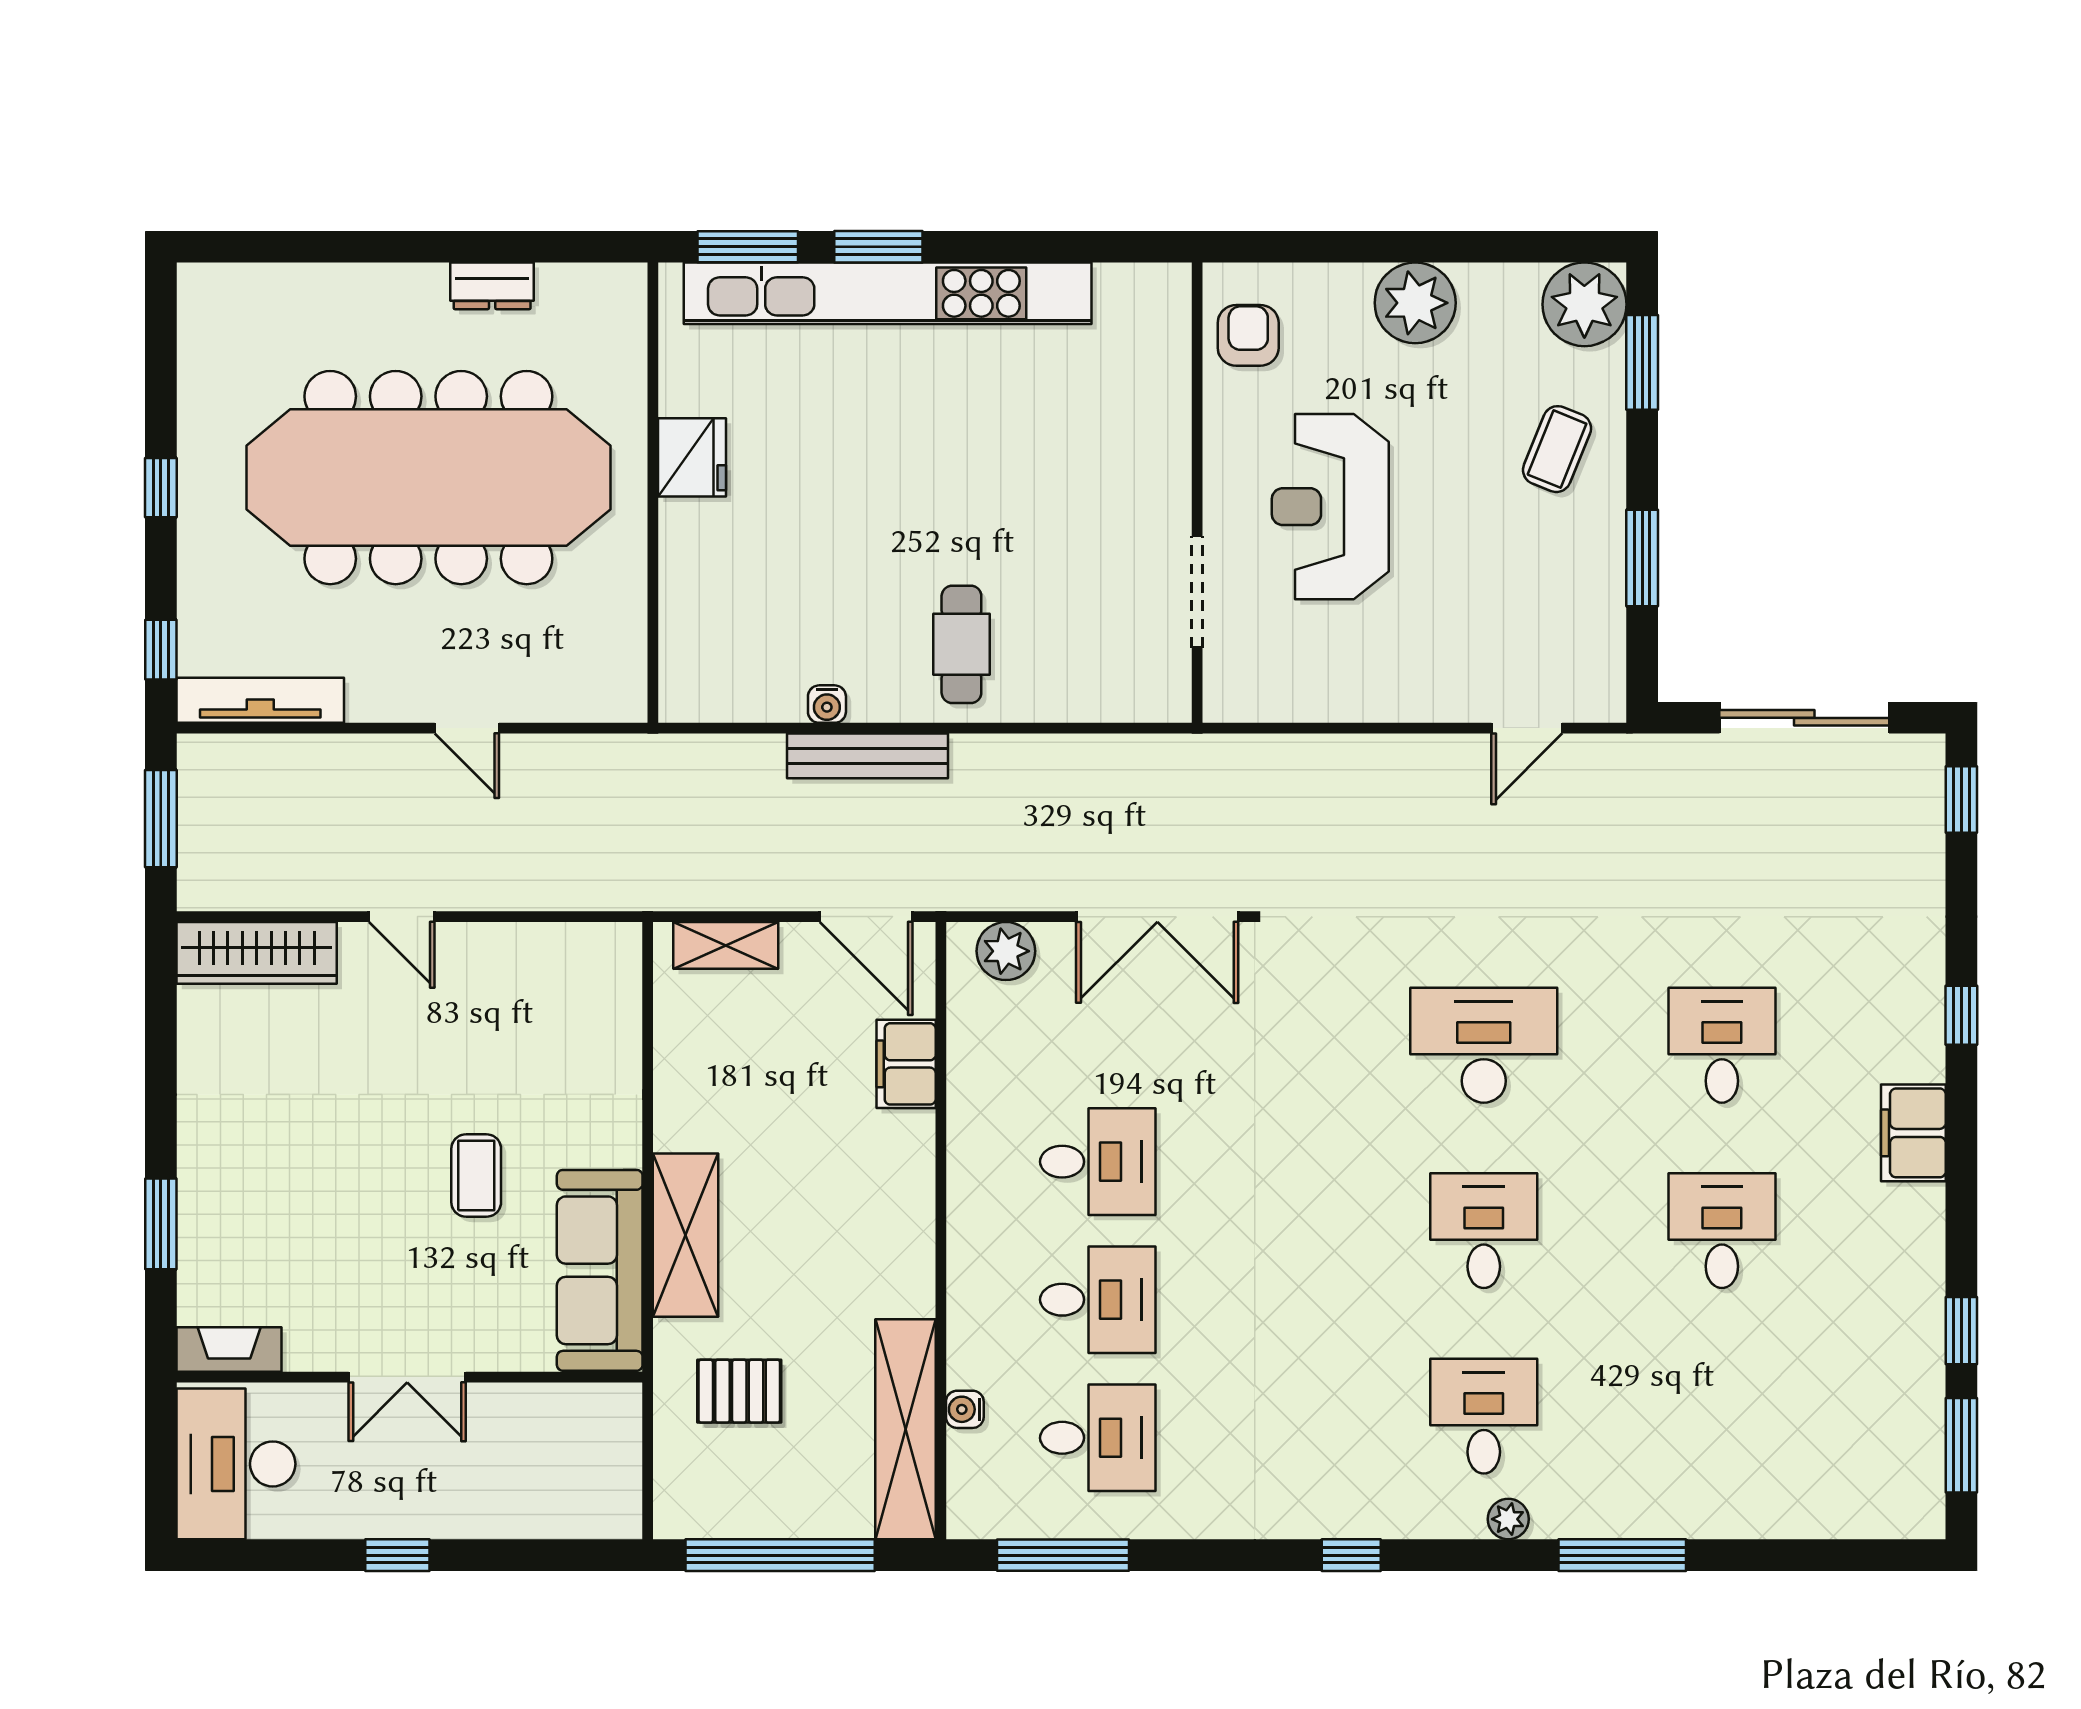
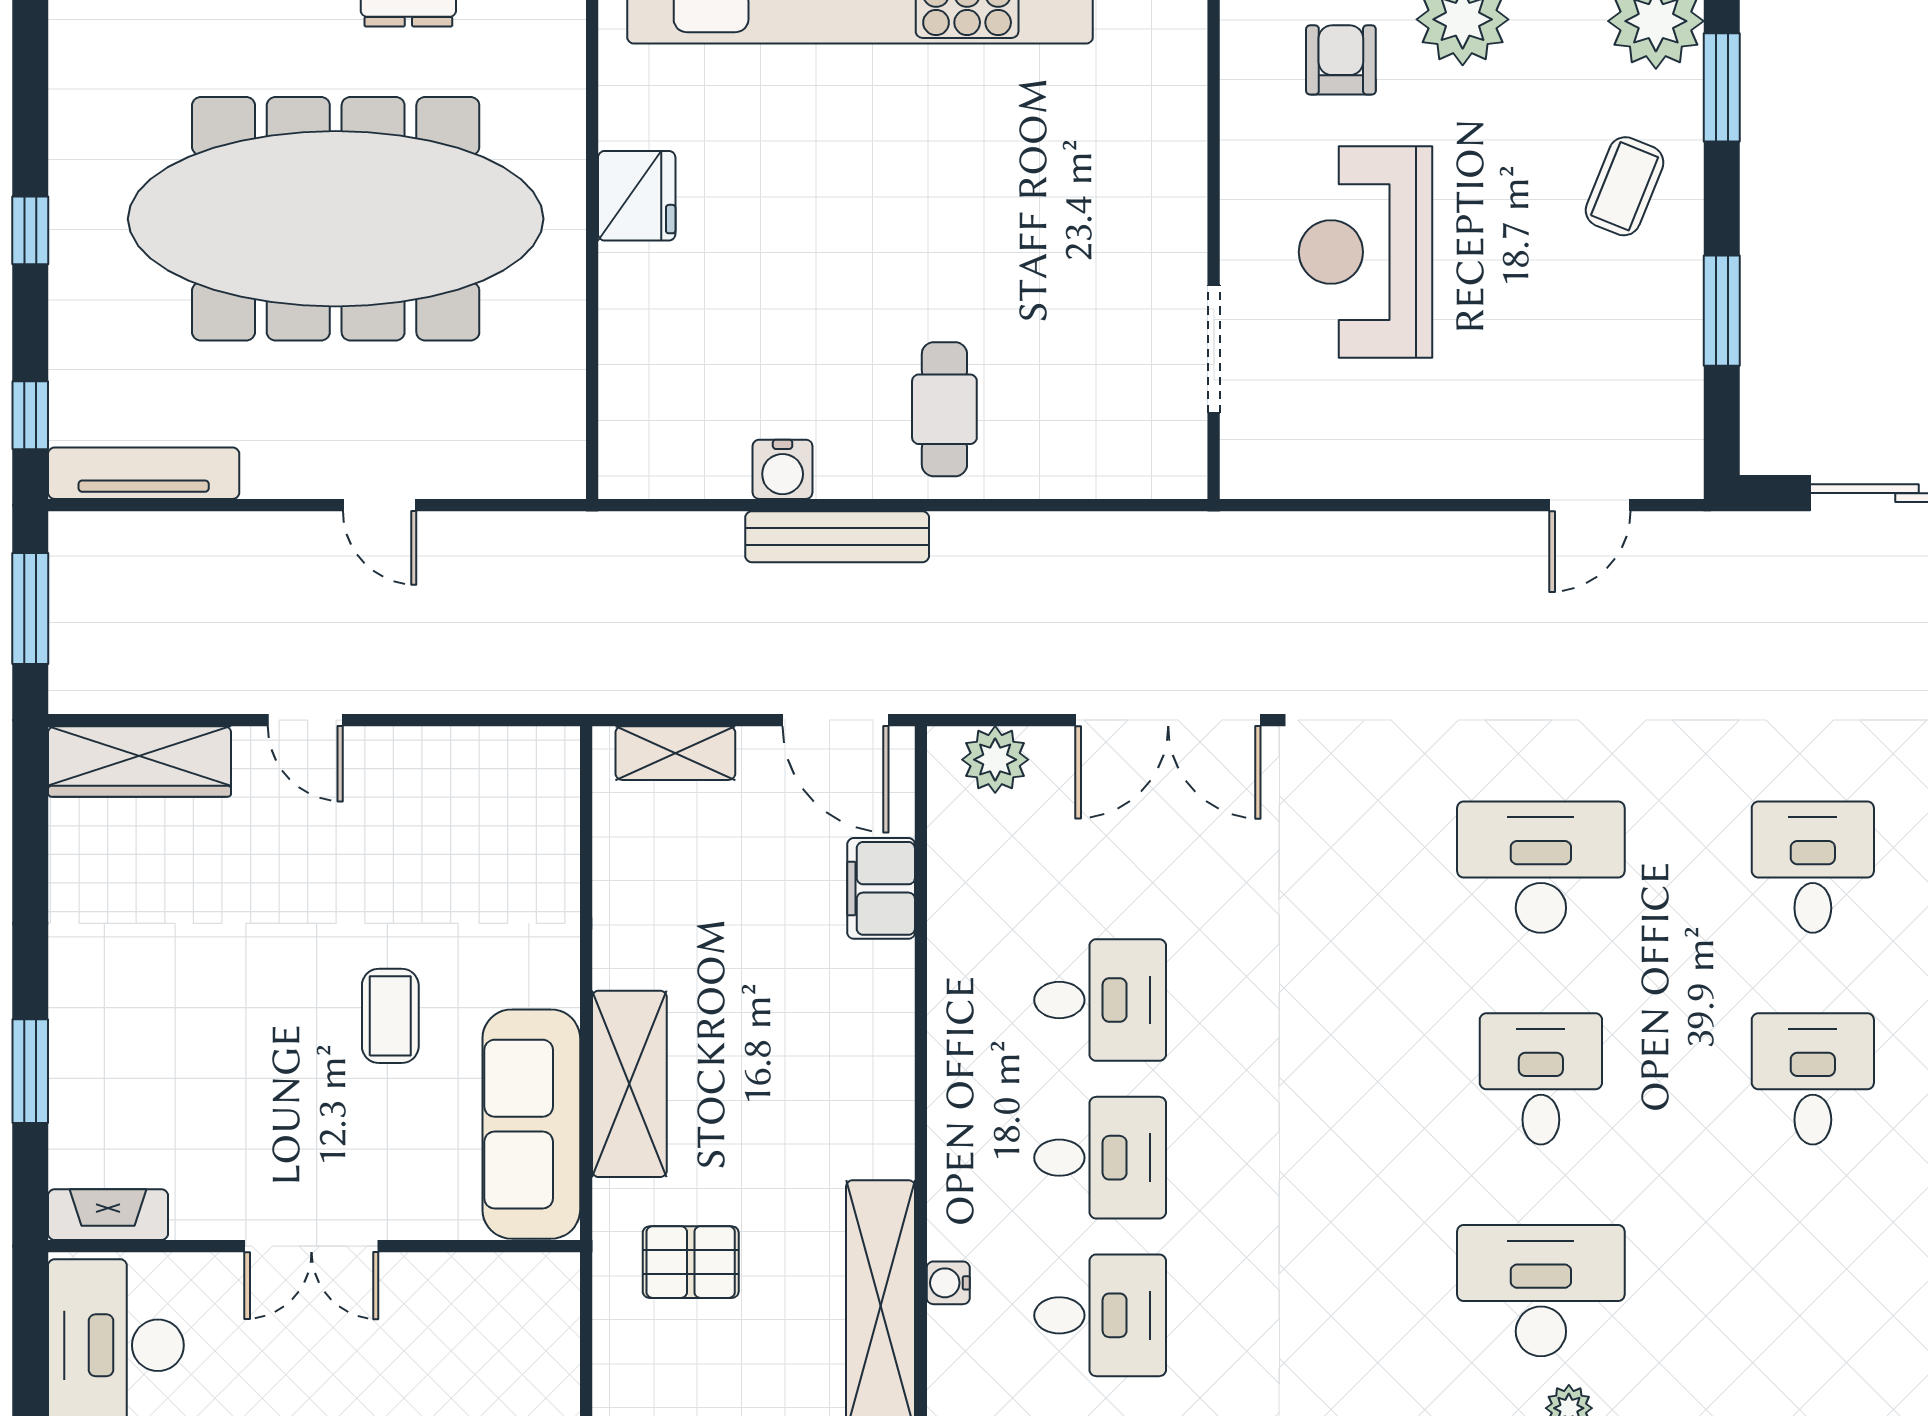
armchair: (1248, 335) -> (1341, 60), moved
water cooler: (827, 704) -> (783, 469), width x1.38, depth x1.38
desk: (1484, 1416) -> (1541, 1291), width x1.37

